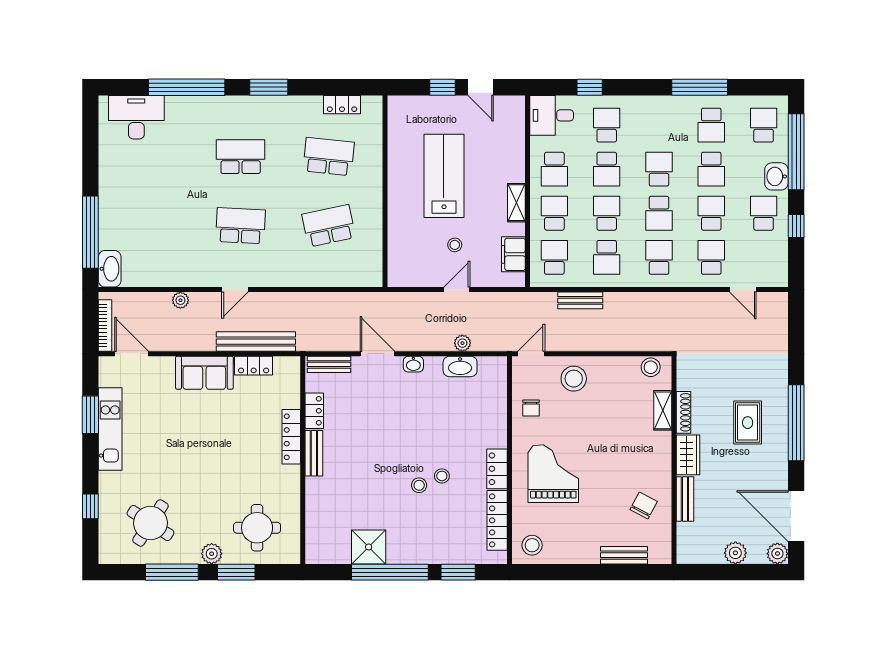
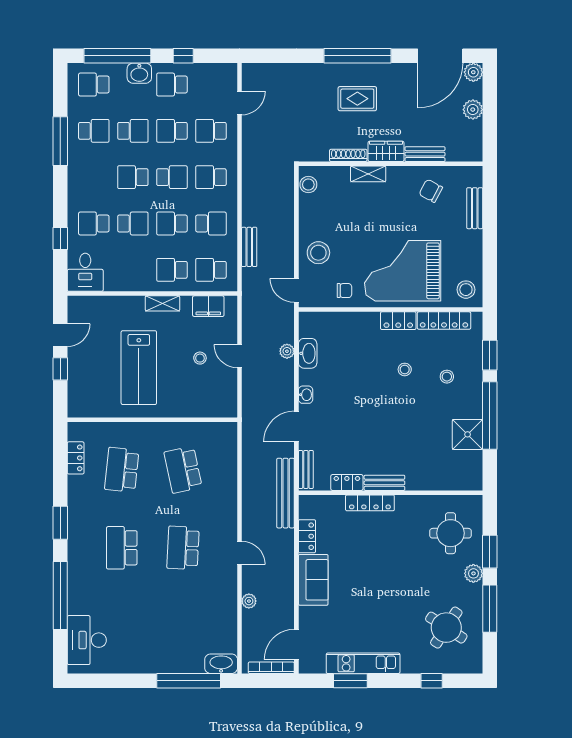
school desk: (554, 169) -> (133, 270), removed
lab bench: (444, 176) -> (139, 368), turned -90
bench: (256, 342) -> (286, 493), moved
shelving: (663, 410) -> (368, 174), moved
grand piano: (553, 474) -> (403, 271), width x1.37, depth x1.48
stool: (419, 485) -> (447, 377), moved

